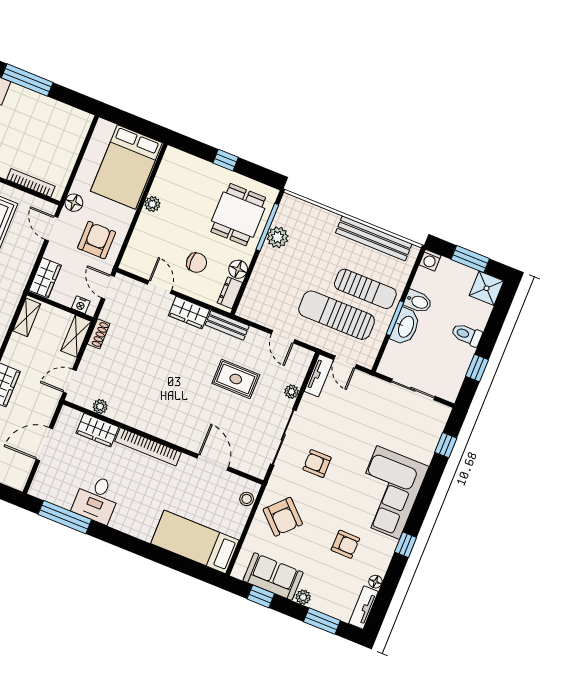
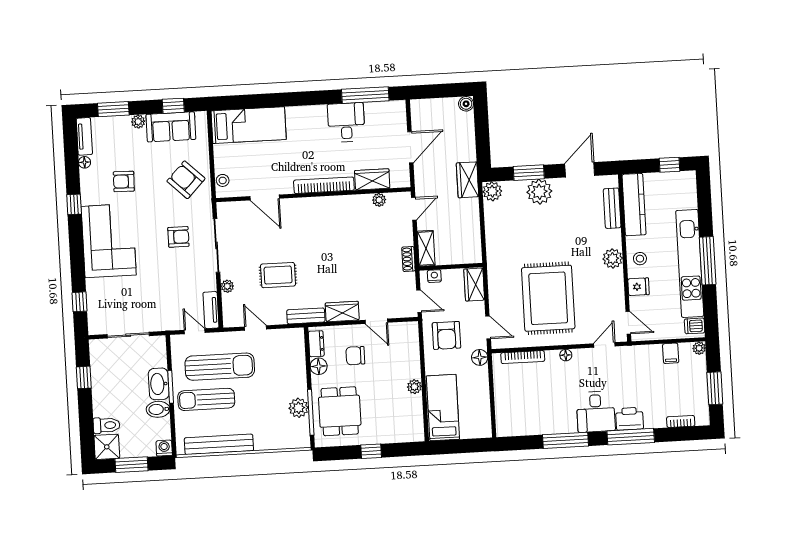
bed: (126, 167) -> (443, 408), width x0.67
shelving: (27, 317) -> (474, 245), removed
toilet: (467, 335) -> (107, 425), moved

